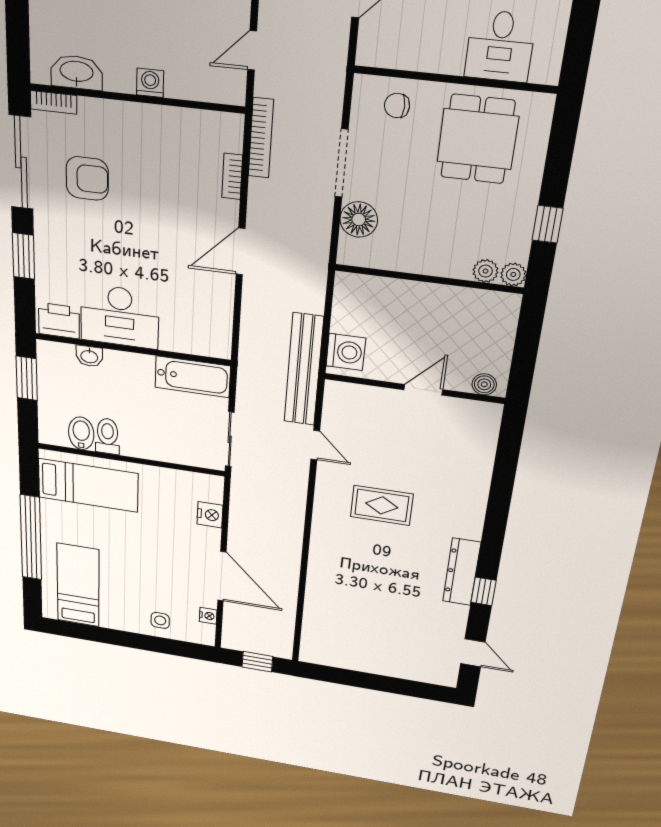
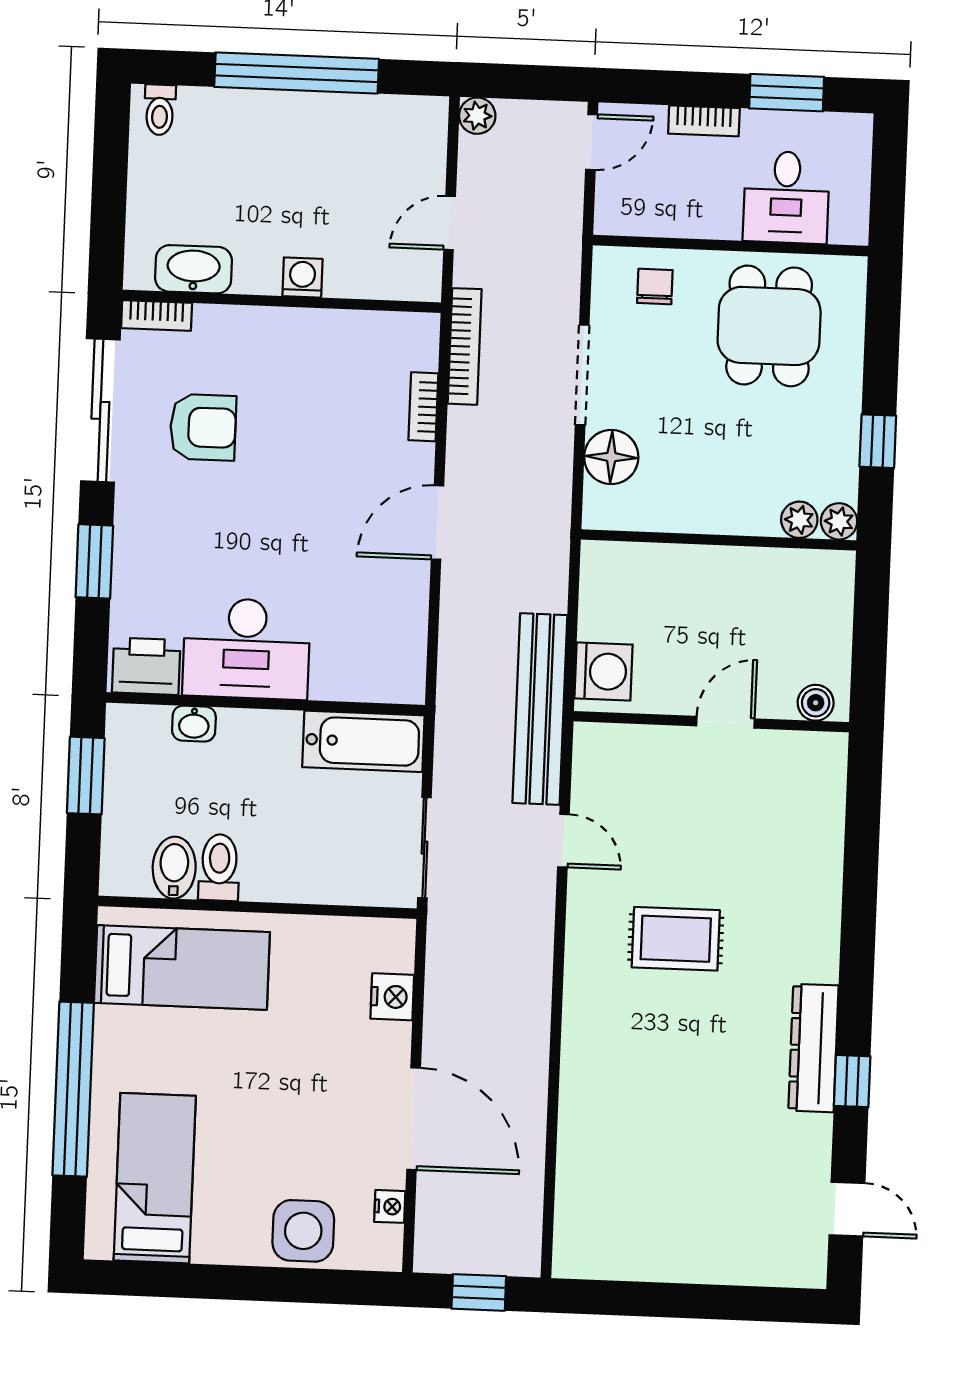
chair: (397, 106) -> (655, 287), turned 90
side table: (160, 620) -> (303, 1231), width x1.87, depth x1.87

